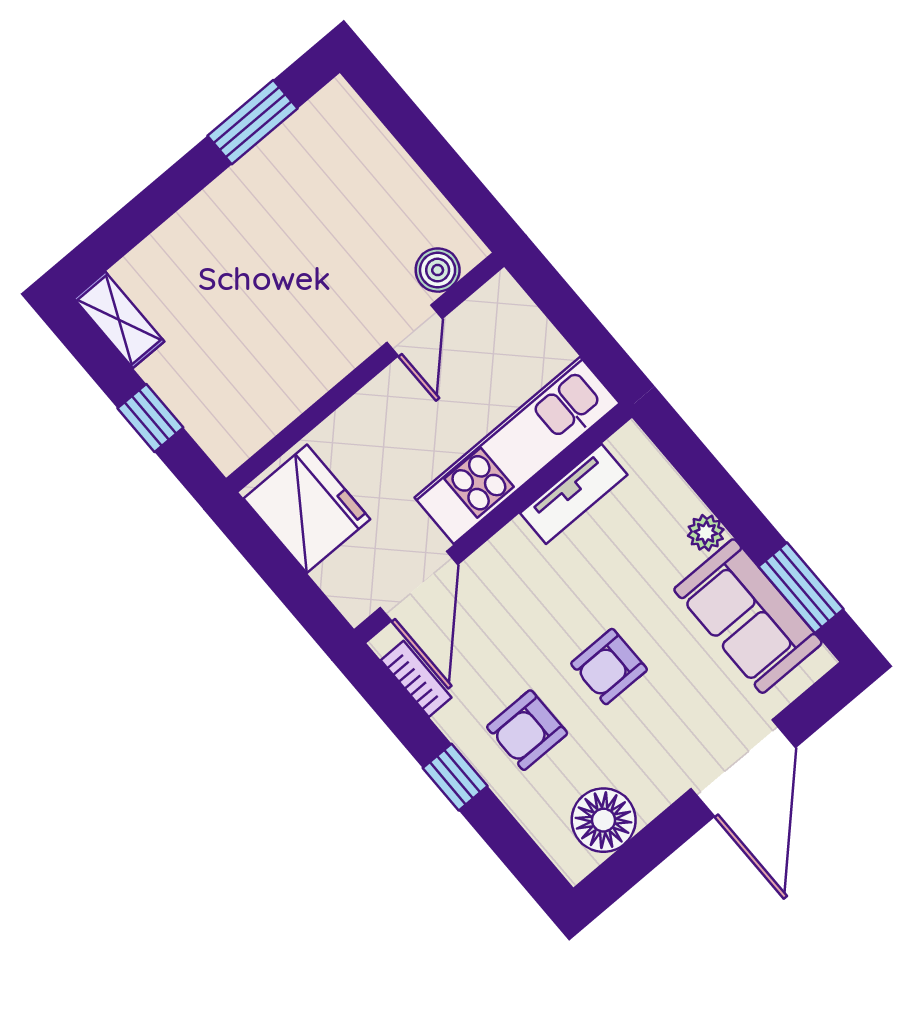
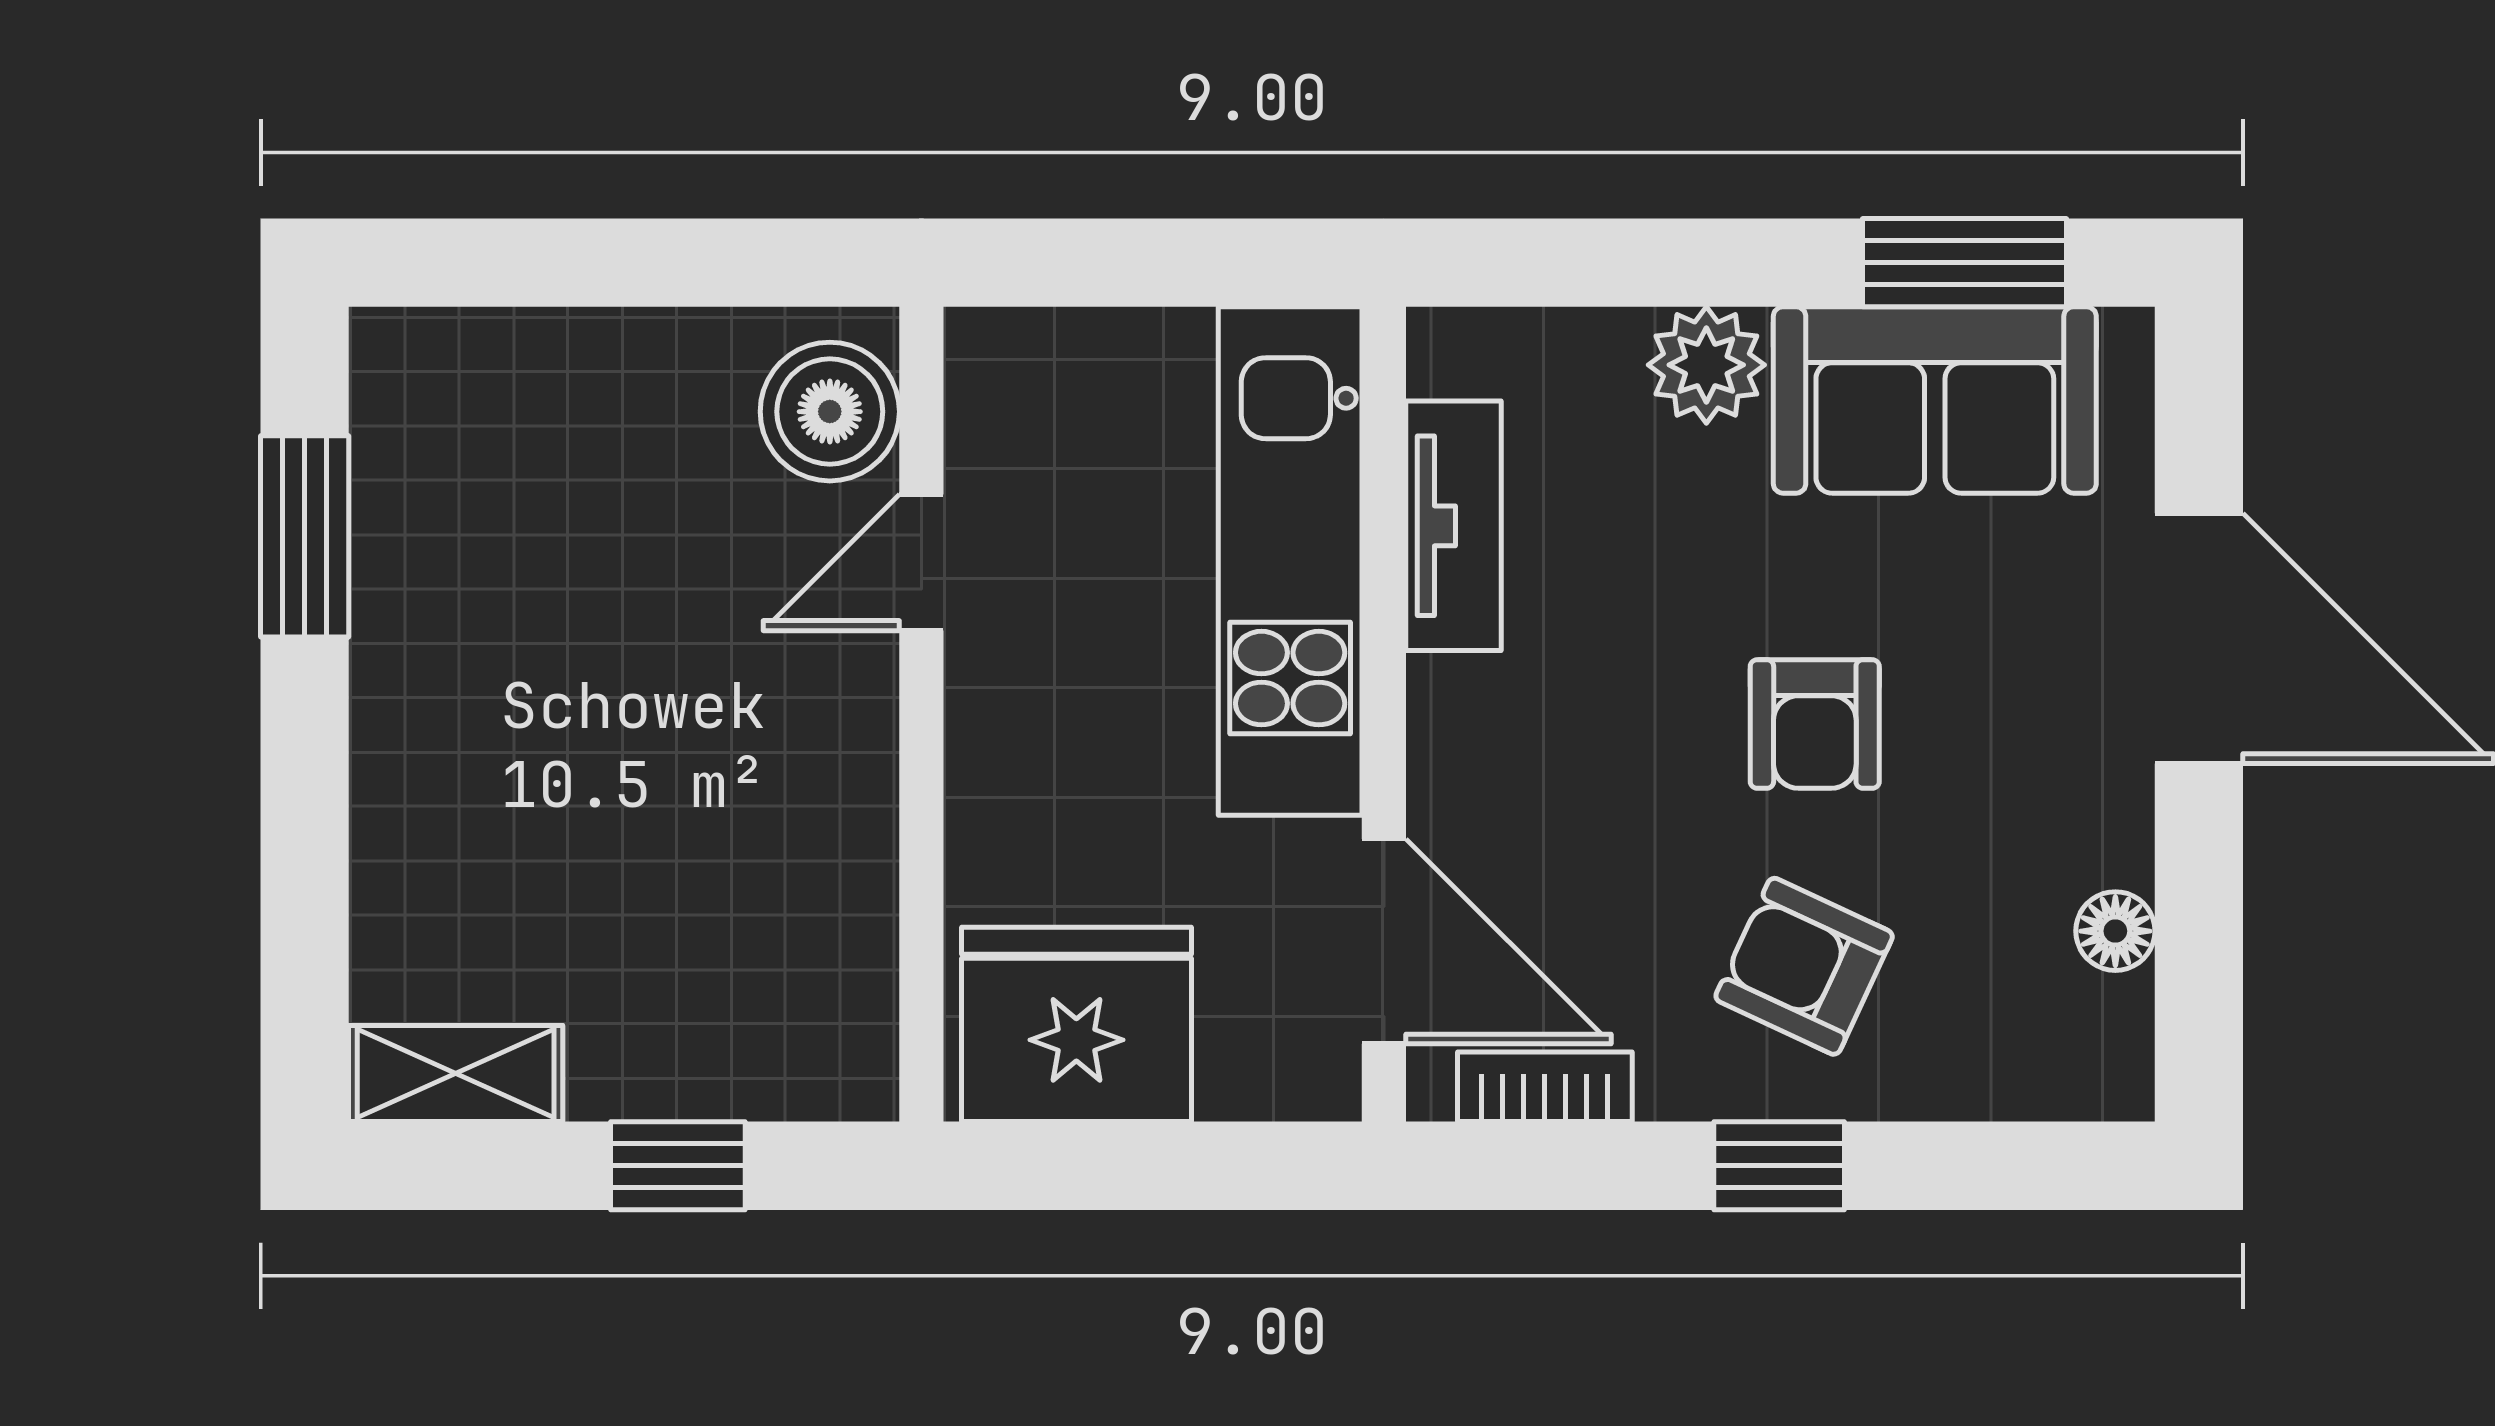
boiler: (438, 270) -> (830, 412), width x1.36, depth x1.36
door: (415, 330) -> (921, 563), swing flipped
plant: (706, 533) -> (1706, 365), width x1.38, depth x1.38
armchair: (527, 730) -> (1804, 966), turned 115
floor lamp: (604, 820) -> (2115, 931), width x0.53, depth x0.53

